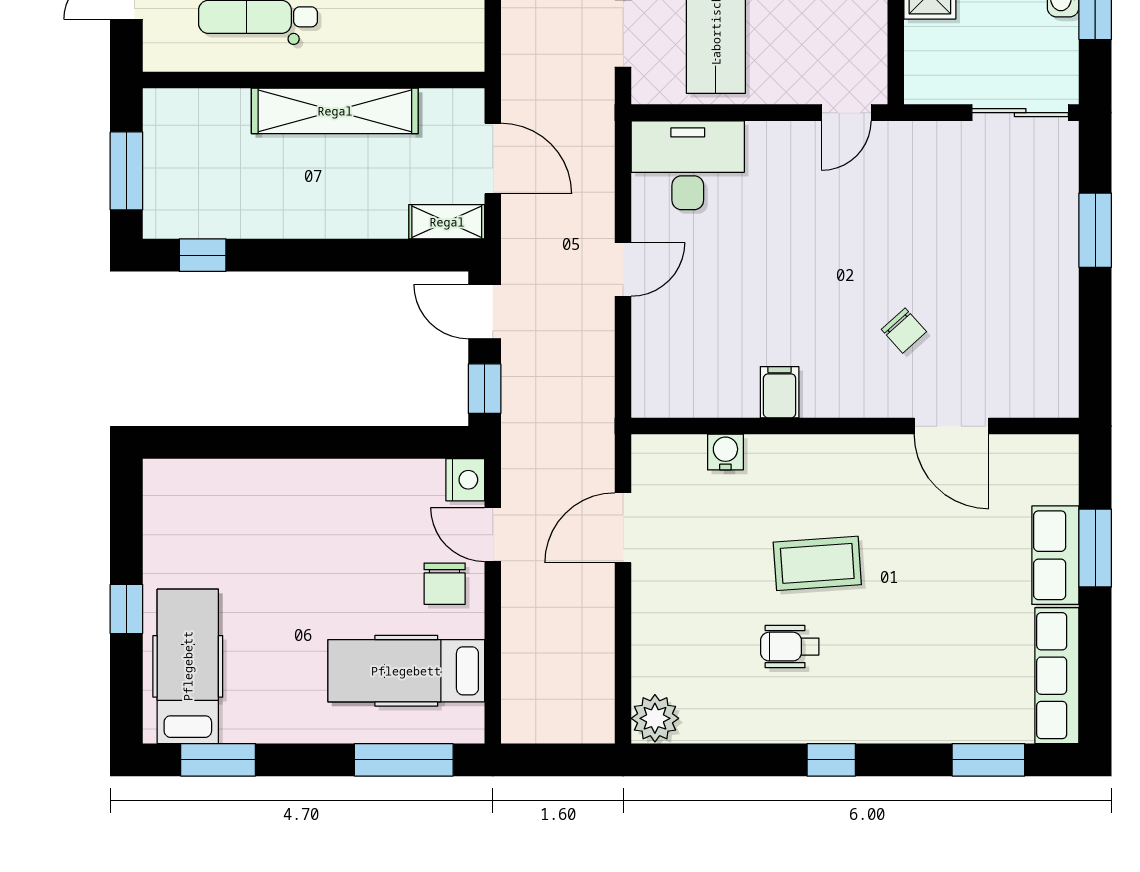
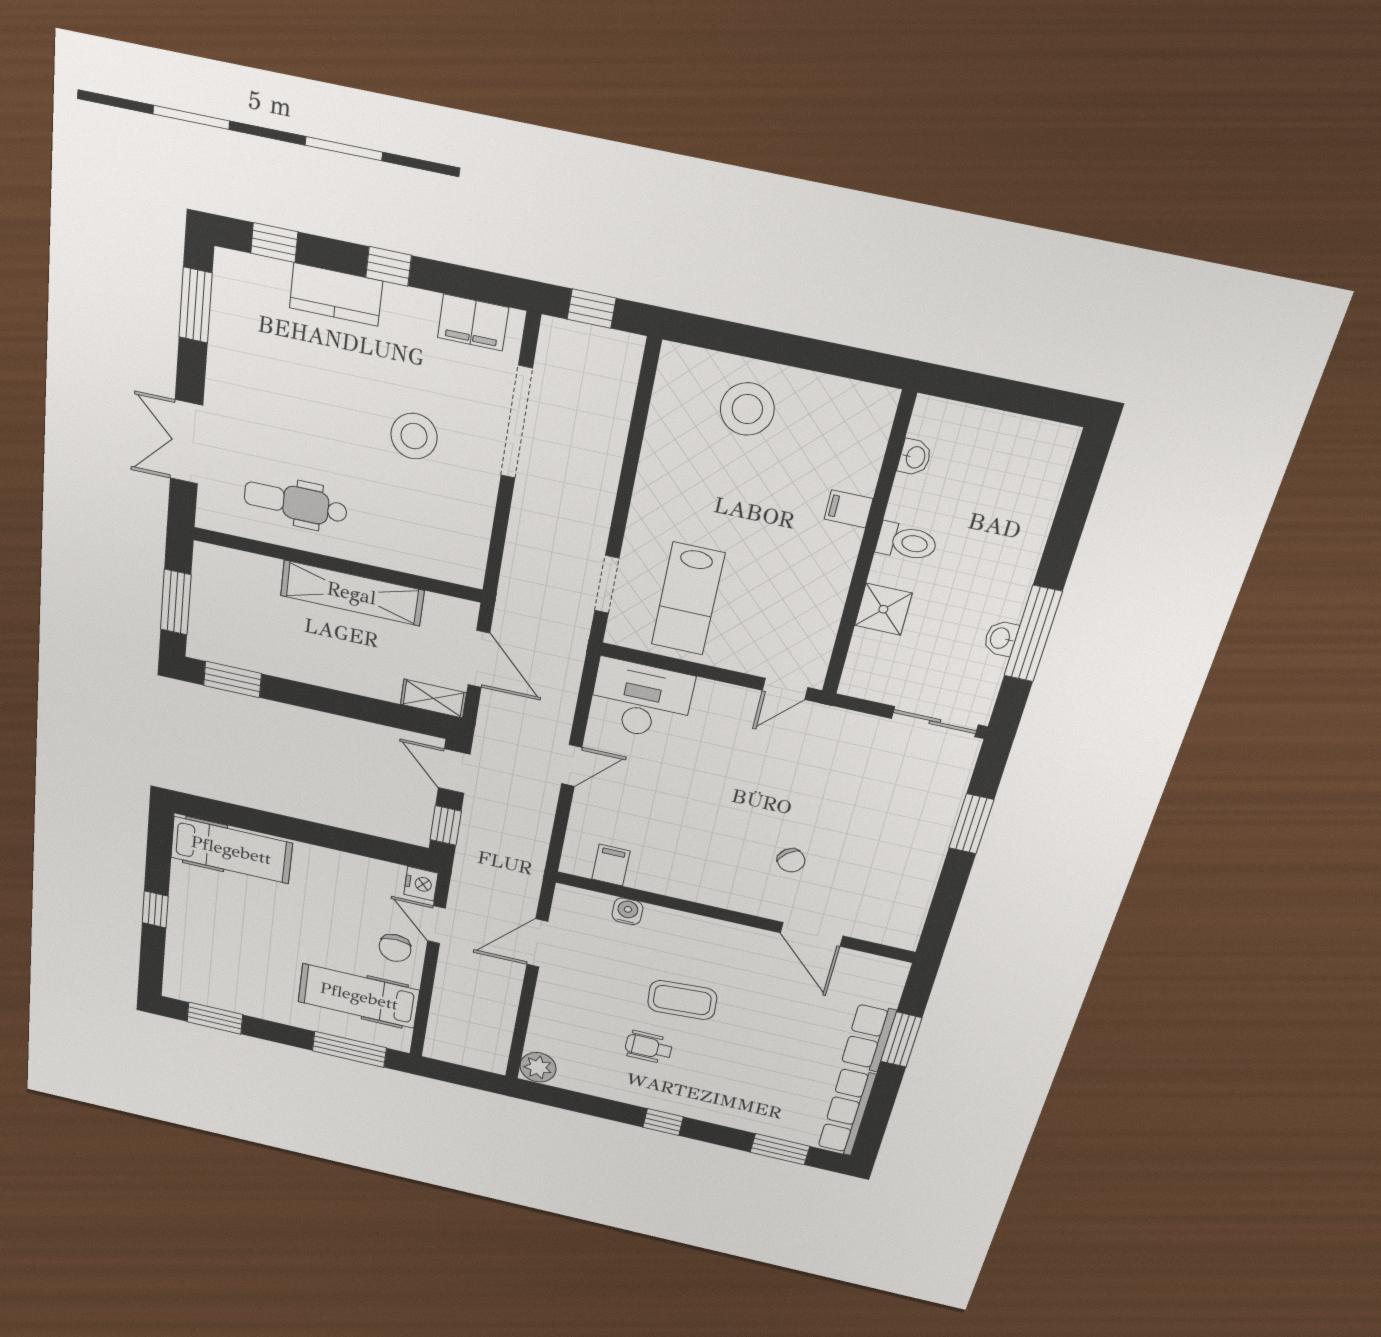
window: (203, 255) -> (233, 679), width x1.50
filing cabinet: (780, 392) -> (611, 865), moved
hospital bed: (188, 666) -> (231, 850), moved, turned 90

